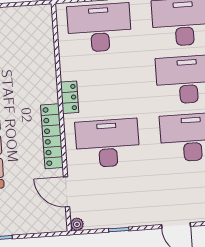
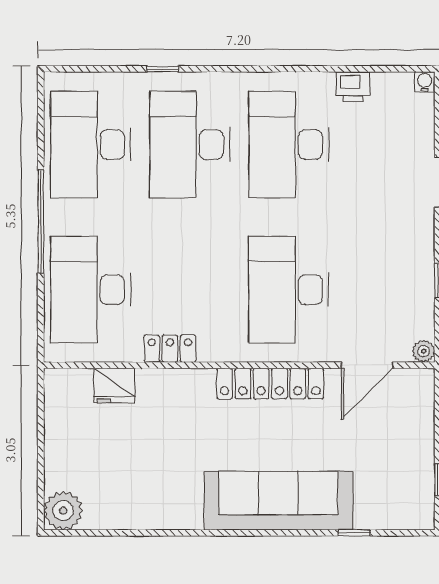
fridge: (44, 45) -> (114, 386), added
locker: (70, 97) -> (170, 349), moved

